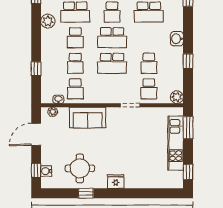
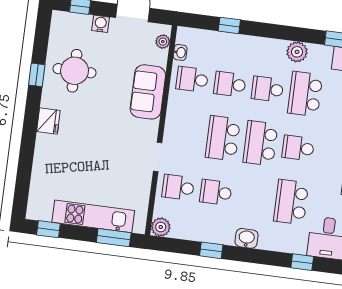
water cooler: (46, 171) -> (101, 24), moved

